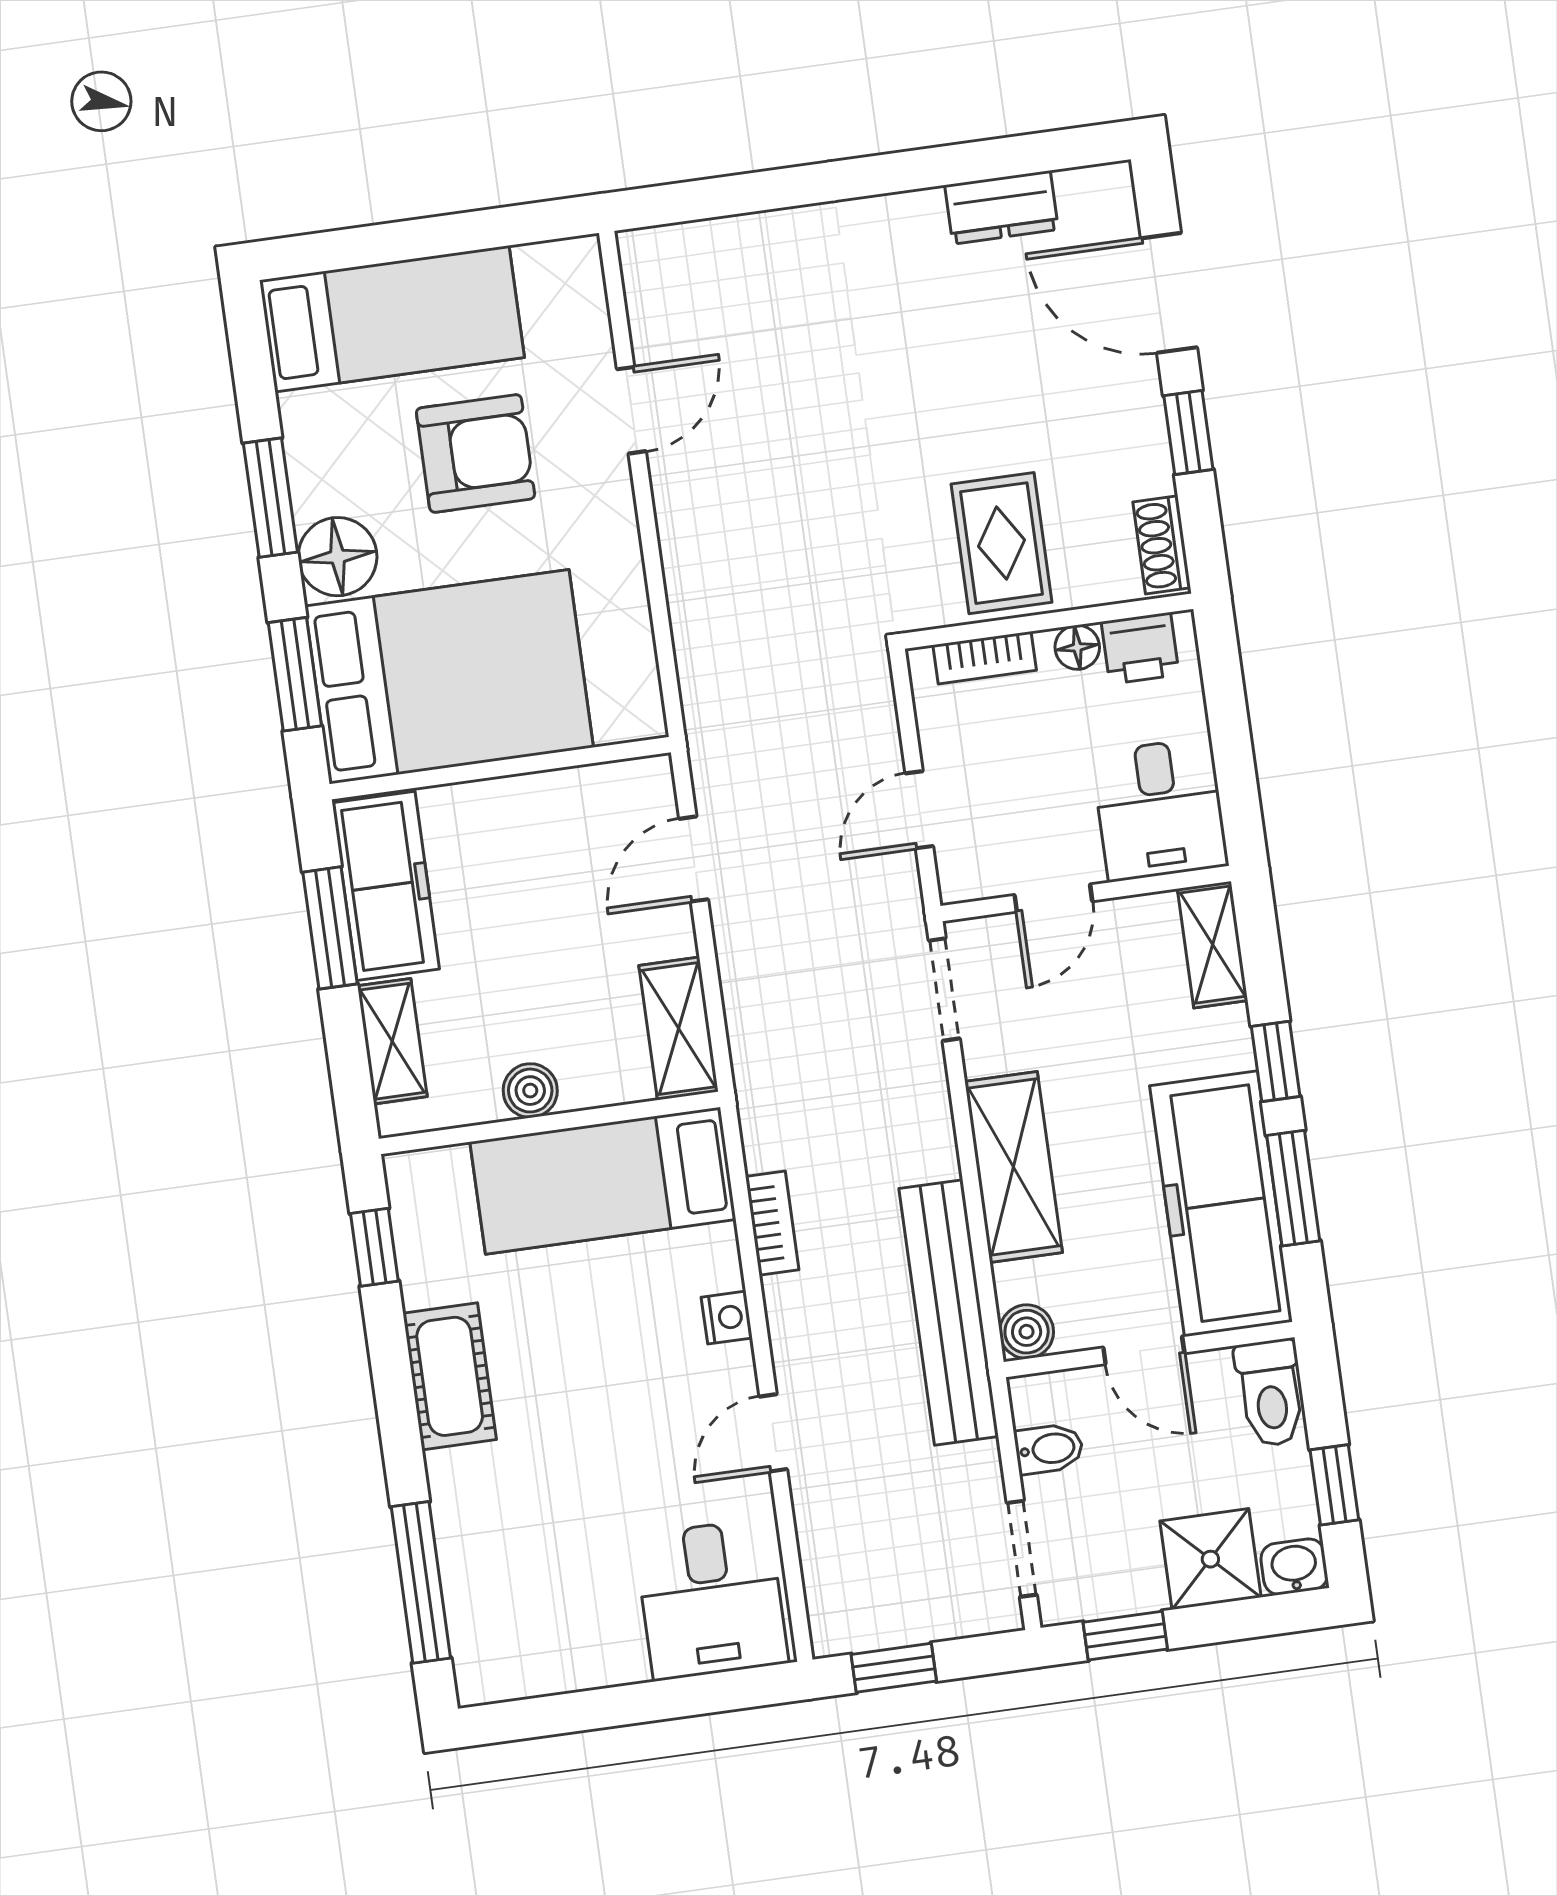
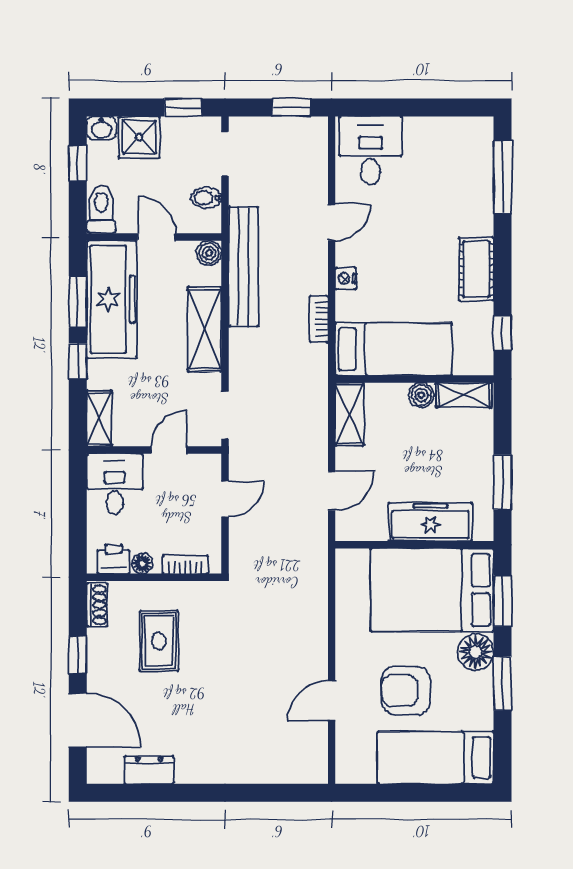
rug: (1001, 543) -> (159, 641), moved
freezer: (386, 886) -> (431, 522), moved, turned 90
shelving: (392, 1041) -> (464, 395), moved, turned 90

